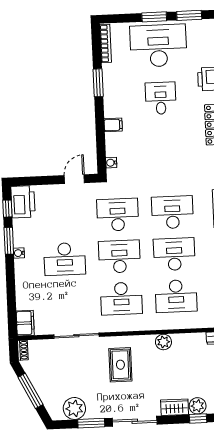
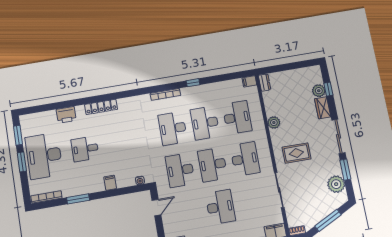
door: (74, 179) -> (156, 208), swing flipped

